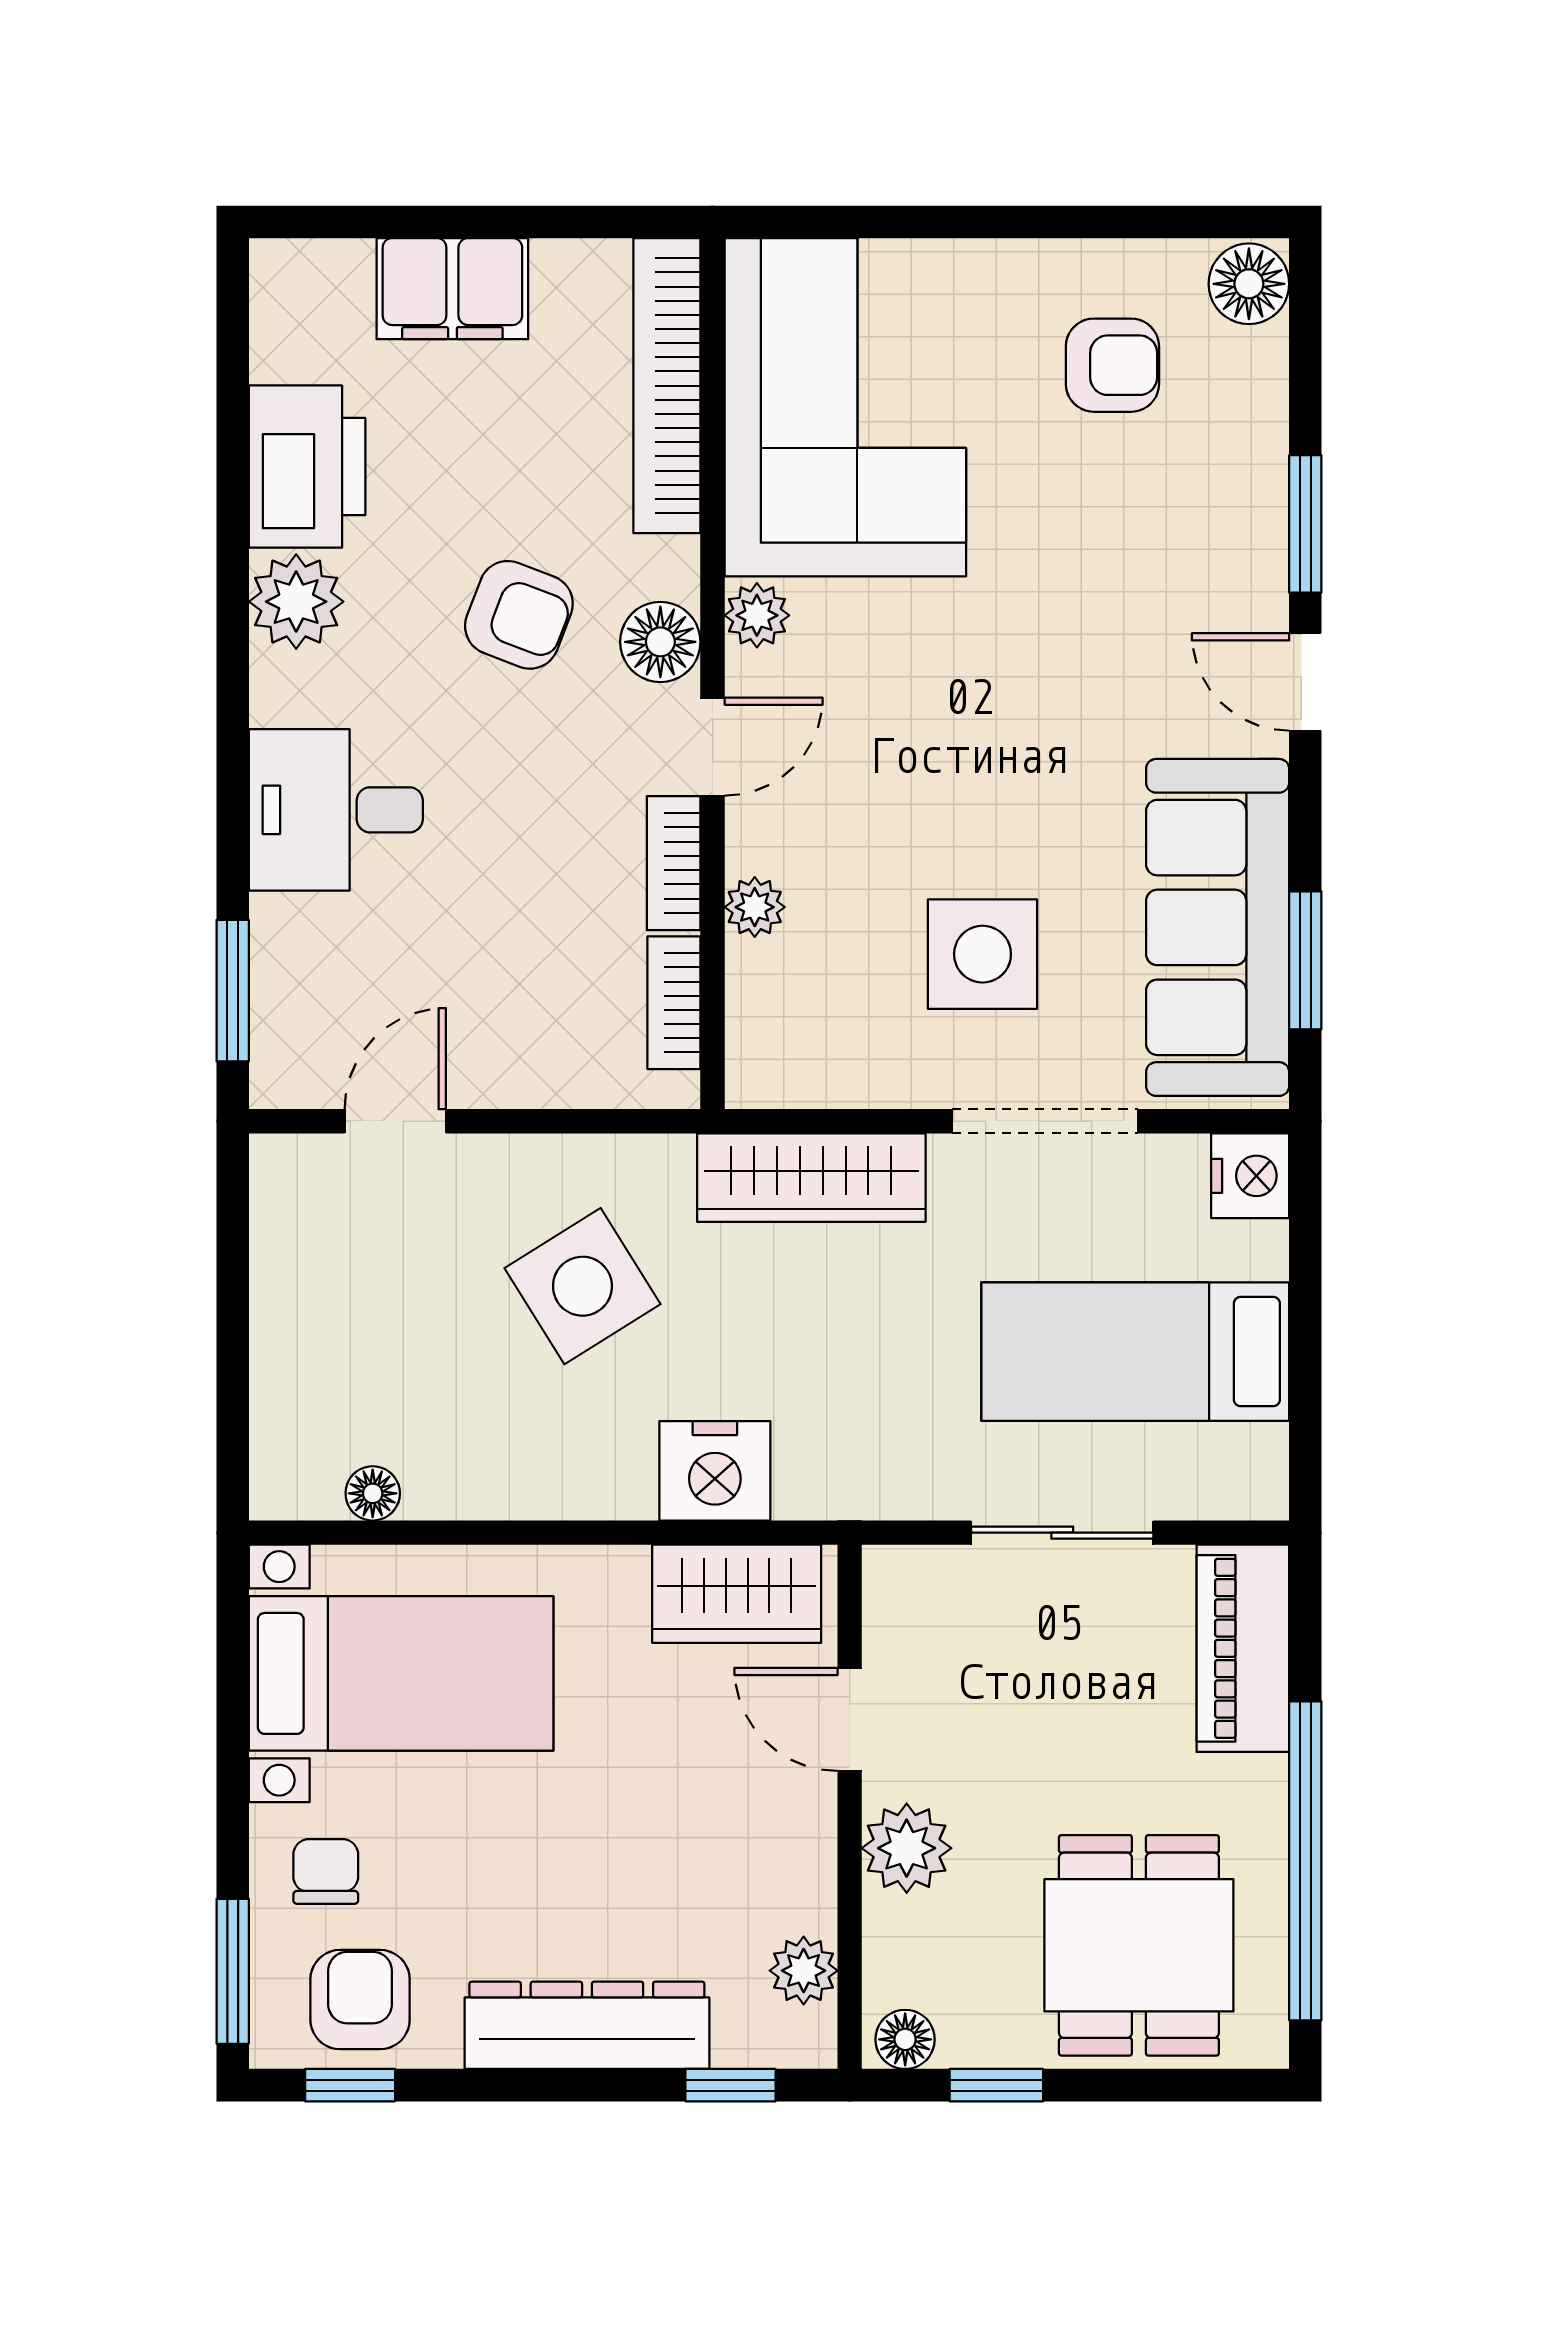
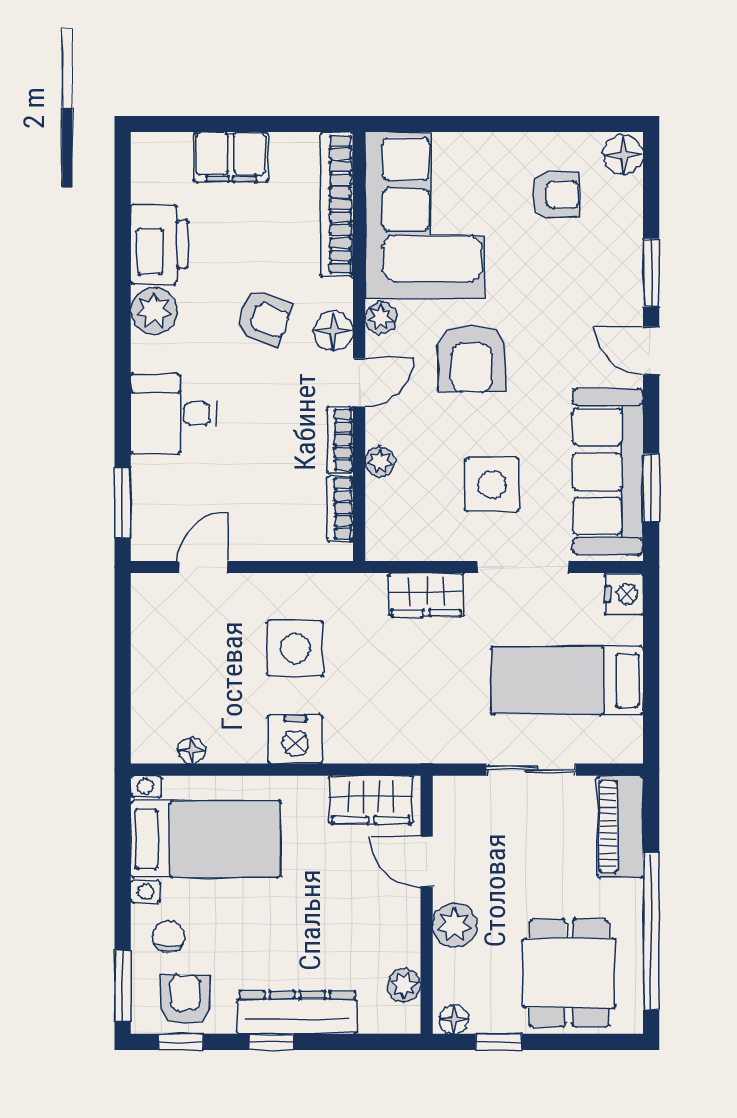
armchair: (941, 697) -> (472, 358), added
wardrobe: (811, 1178) -> (426, 595), width x0.67
side table: (582, 1286) -> (295, 648), turned 32
nightstand: (715, 1471) -> (295, 739), moved
window: (731, 2085) -> (272, 1042), moved

